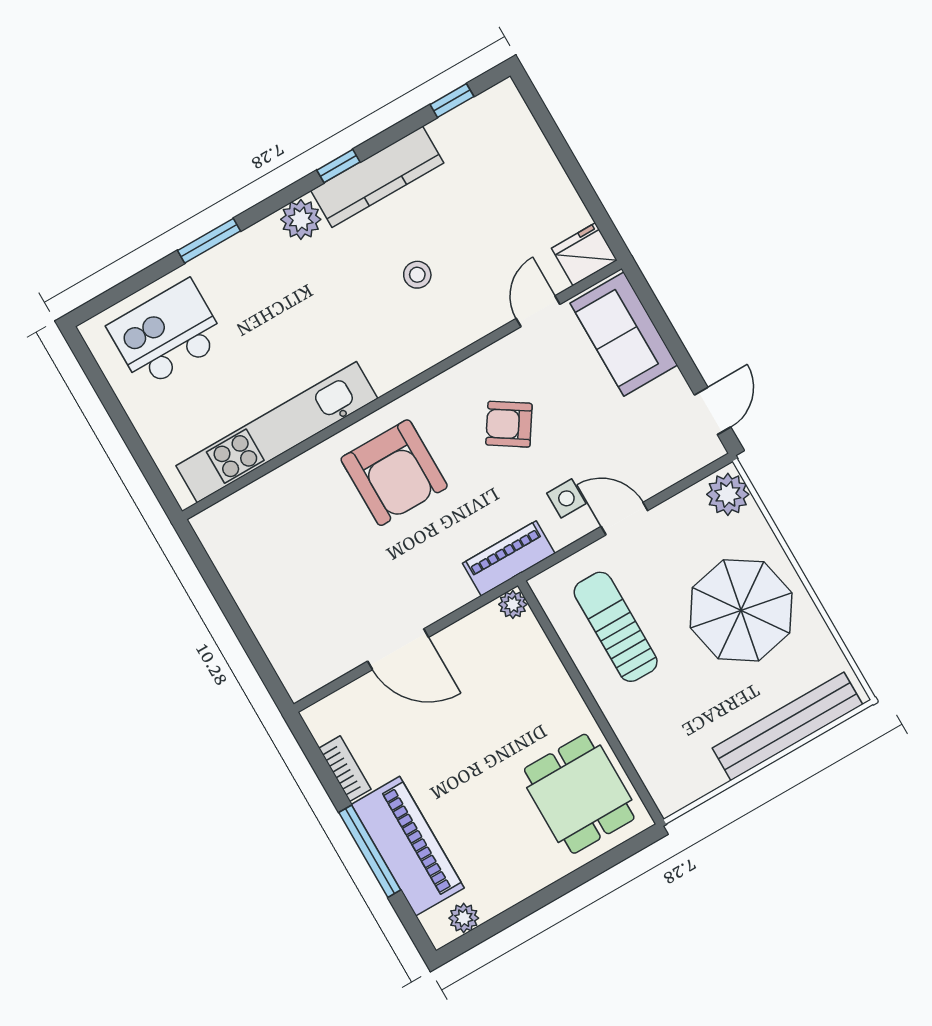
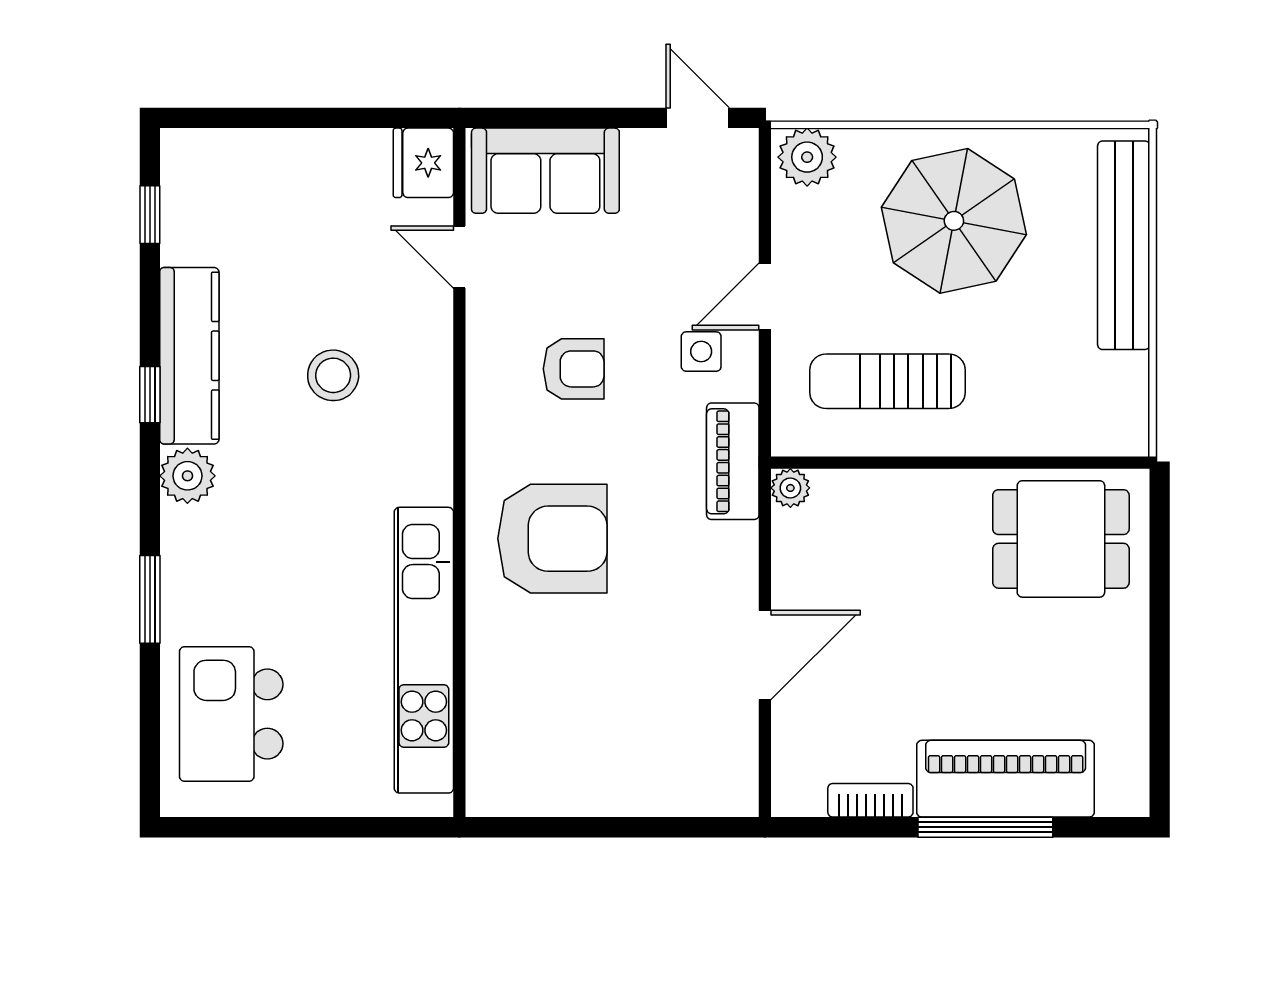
stool: (417, 275) -> (333, 375), width x1.37, depth x1.37
armchair: (509, 424) -> (574, 369), turned -123
plant: (464, 918) -> (1129, 762), removed

